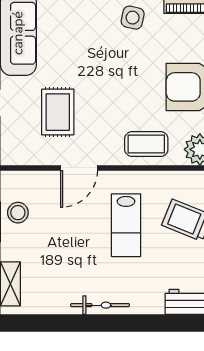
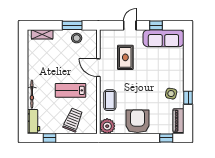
rug: (58, 112) -> (125, 57), turned 90
bicycle: (100, 305) -> (32, 94), moved

